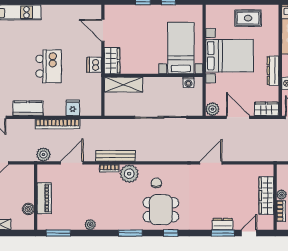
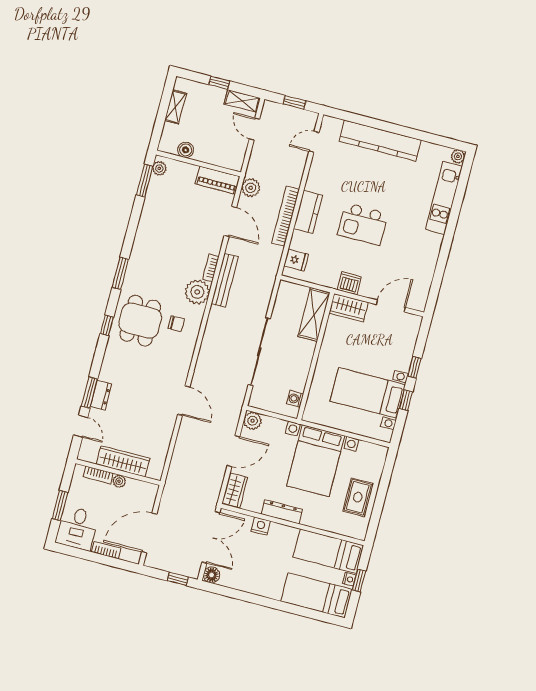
bed with nightstands: (181, 48) -> (368, 393), moved, turned 180
kitchen counter: (28, 108) -> (308, 212), moved
fridge: (73, 108) -> (296, 260), moved
piano: (44, 198) -> (218, 180), moved
plant: (90, 225) -> (159, 168), moved

